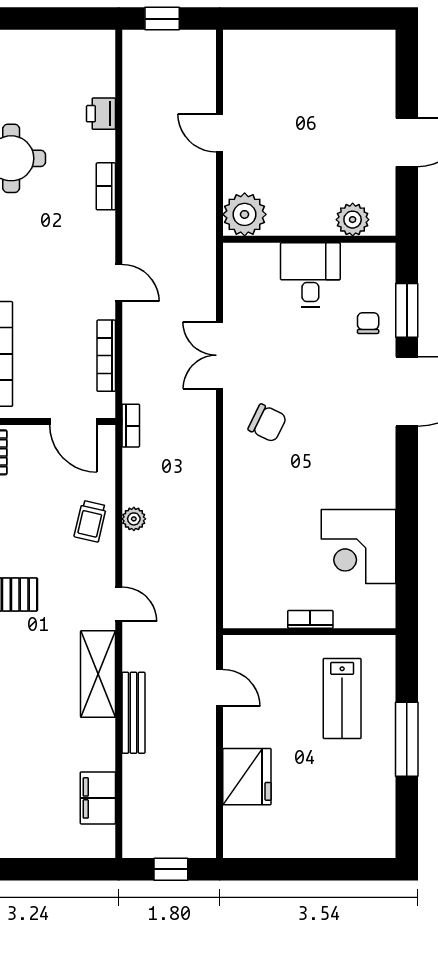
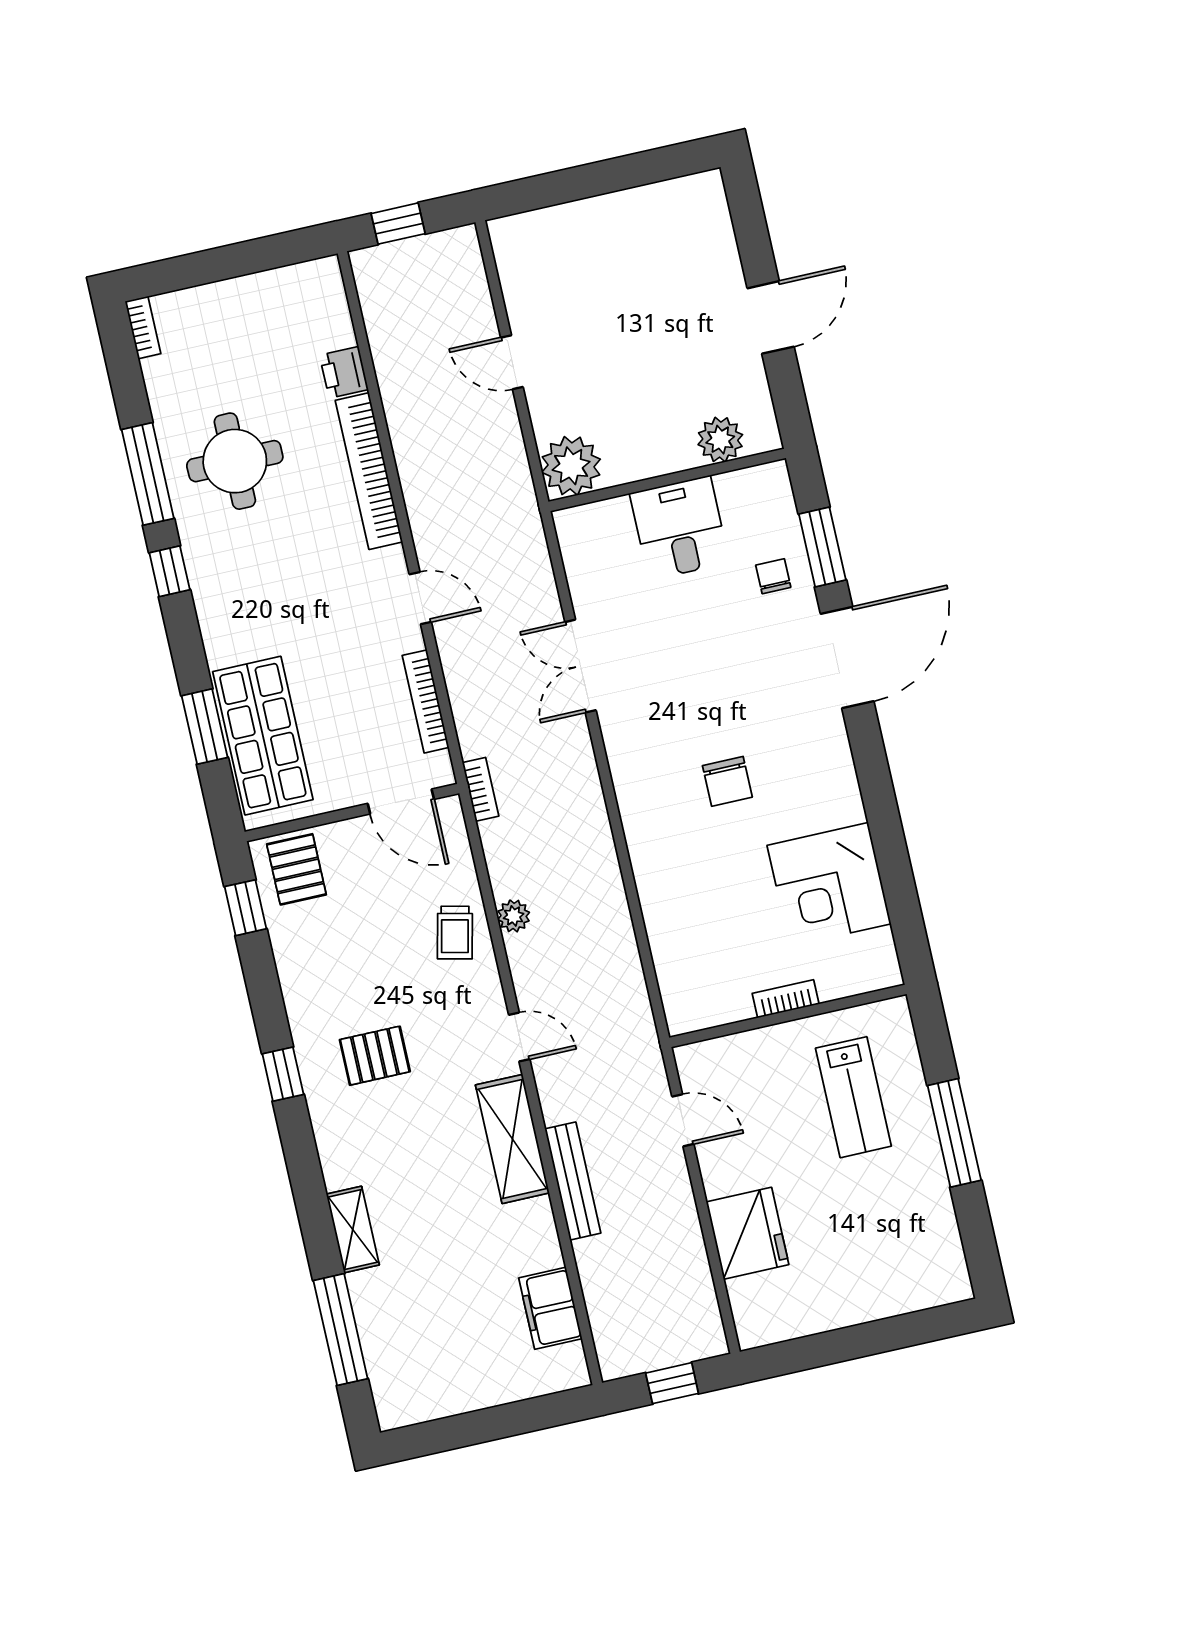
bookcase: (106, 186) -> (369, 471), width x2.31, depth x1.31
chair: (267, 423) -> (727, 781), moved, turned 64

